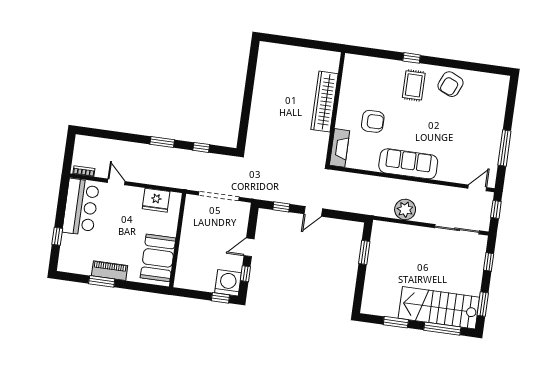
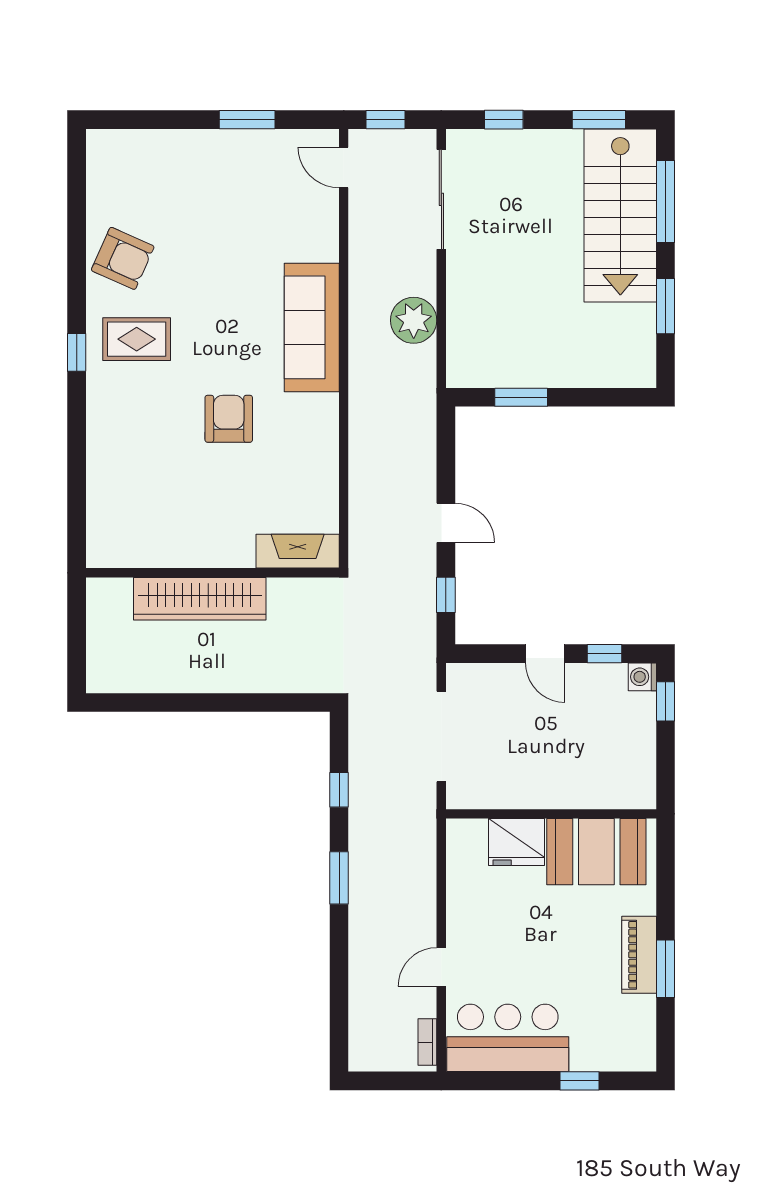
wardrobe: (324, 102) -> (200, 599), moved
wall: (335, 109) -> (212, 573), moved
fireplace: (340, 148) -> (298, 551), moved
window: (504, 148) -> (247, 120), width x0.69
fridge: (156, 200) -> (517, 842), moved, turned 90
washing machine: (228, 283) -> (642, 677), width x0.53, depth x0.53

